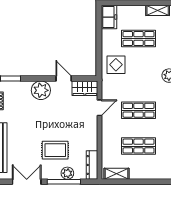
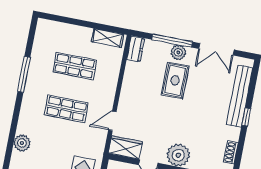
rug: (55, 150) -> (175, 80), turned 90
dresser: (92, 165) -> (136, 49), width x0.70
plant: (67, 173) -> (178, 52), moved

